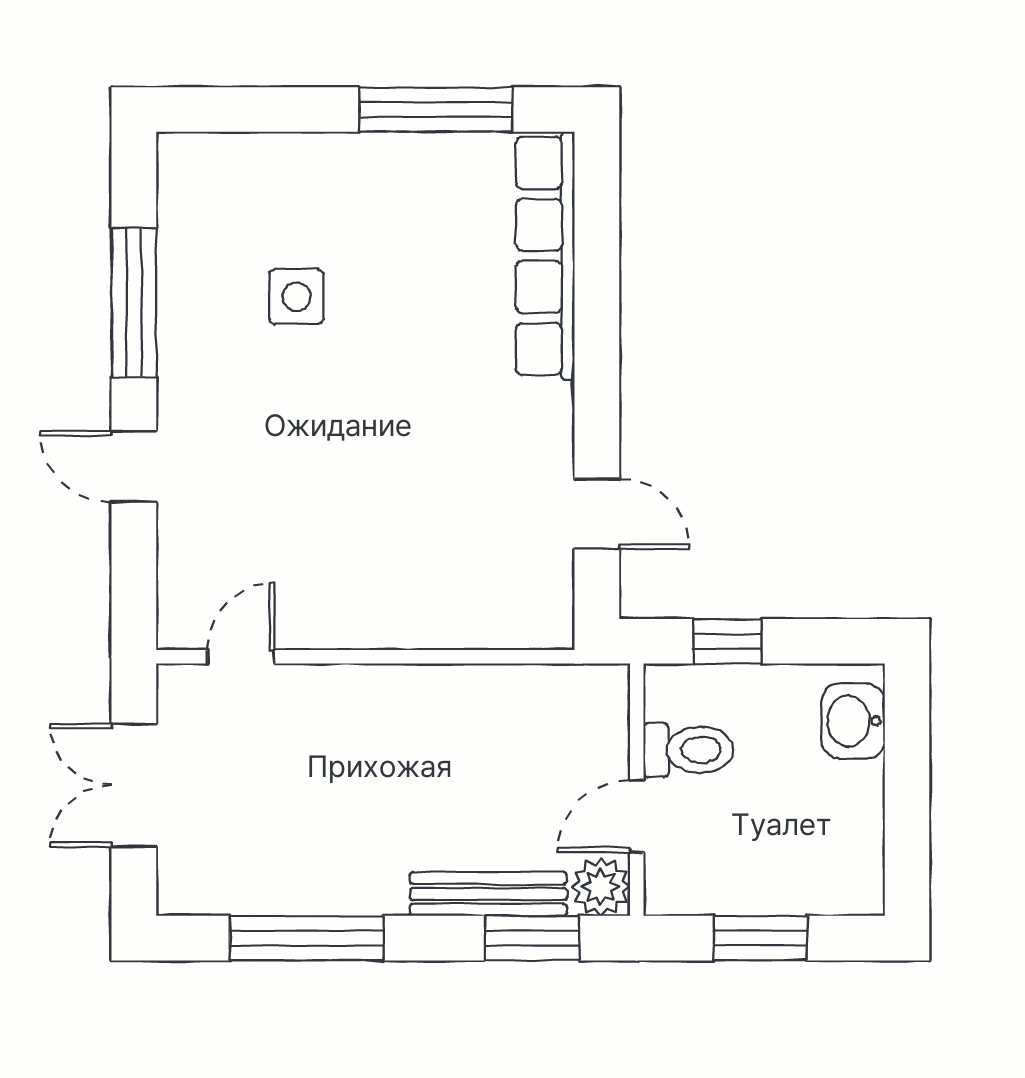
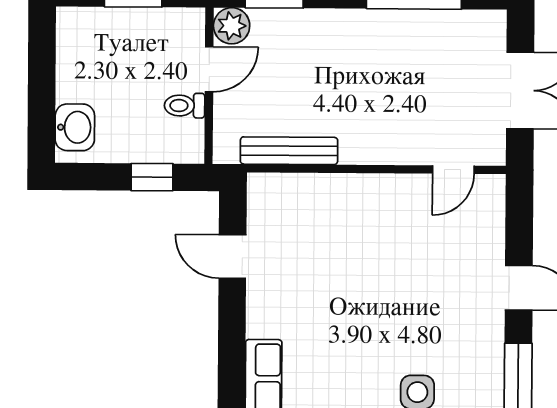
toilet: (688, 750) -> (185, 106), width x0.73, depth x0.72
bench: (488, 894) -> (289, 151), moved

